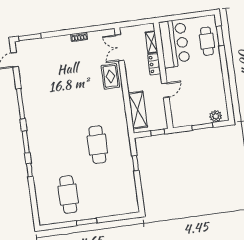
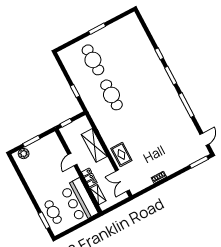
double door: (120, 48) -> (122, 181), swing flipped
shelving: (138, 110) -> (94, 145), moved
cafe table: (68, 195) -> (93, 60), moved

